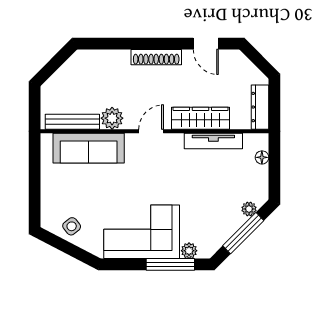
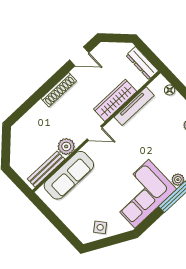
door: (151, 131) -> (95, 133), swing flipped

